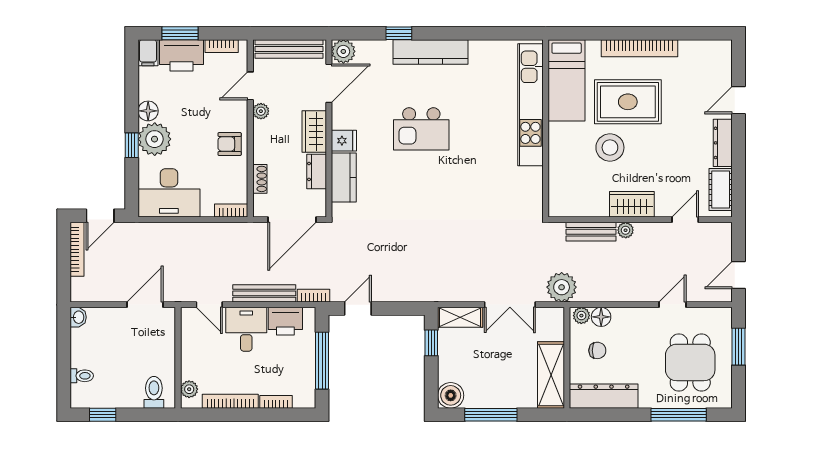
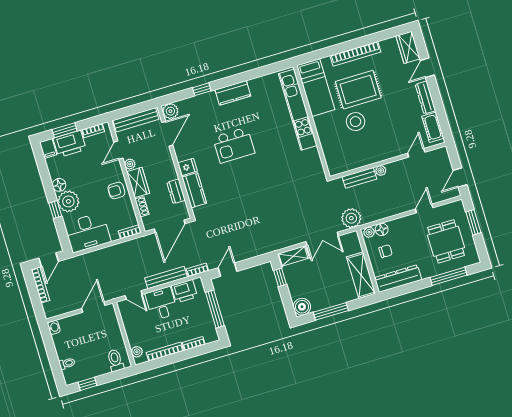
kitchen counter: (430, 52) -> (233, 93), width x0.67
wardrobe: (314, 132) -> (138, 182), moved, turned 180
wardrobe: (632, 204) -> (408, 47), moved, turned -90

